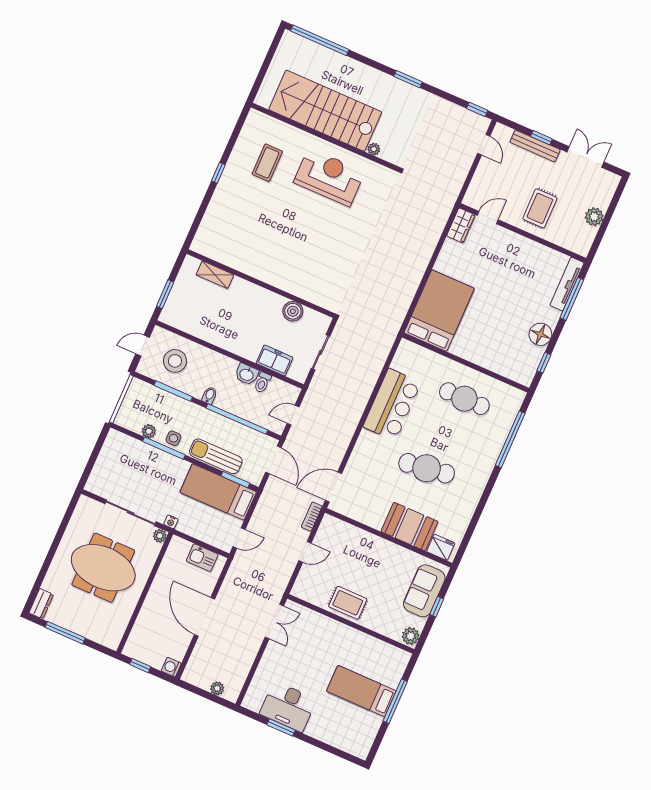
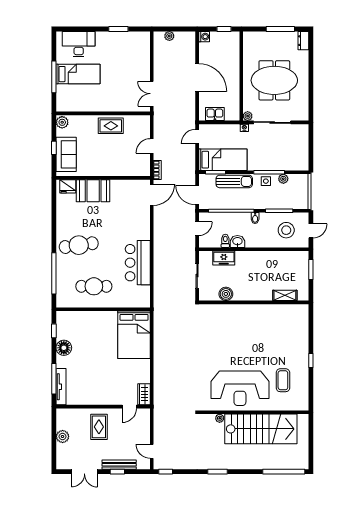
reception desk: (329, 177) -> (240, 388), width x1.36, depth x1.30
cafe table: (427, 468) -> (79, 245), moved
desk: (288, 707) -> (79, 44), moved

